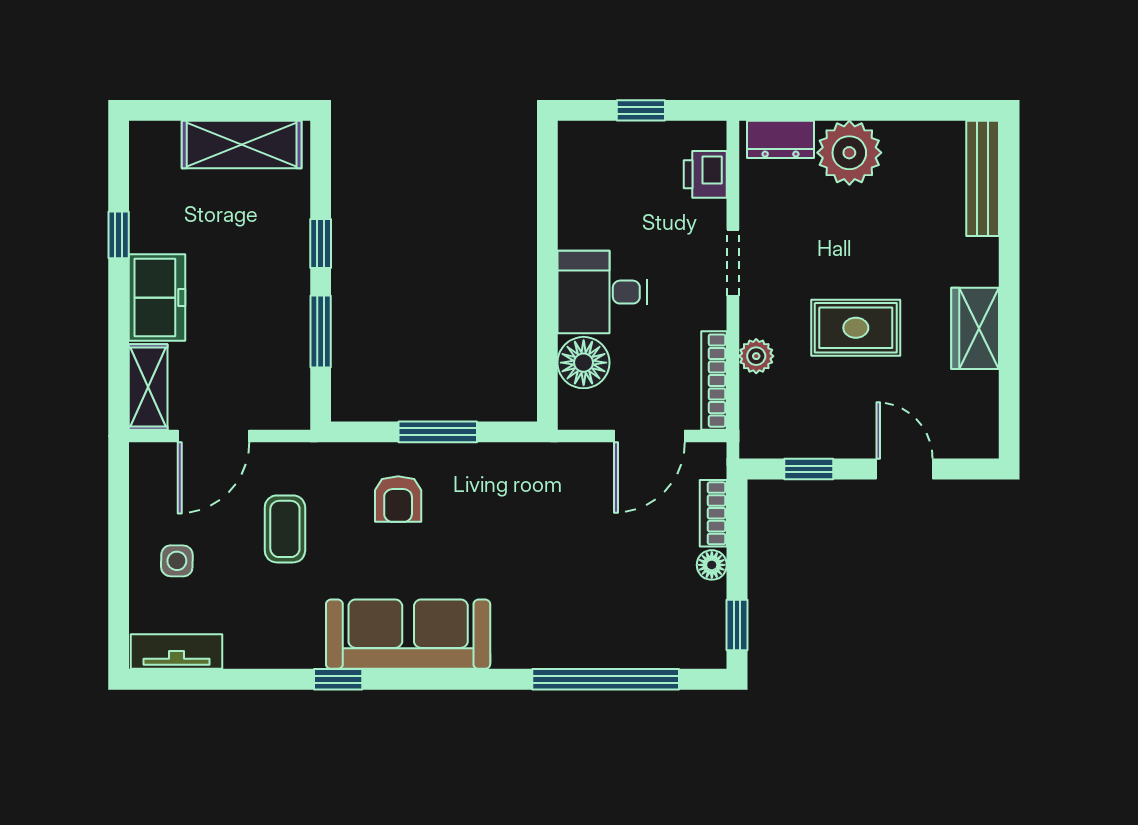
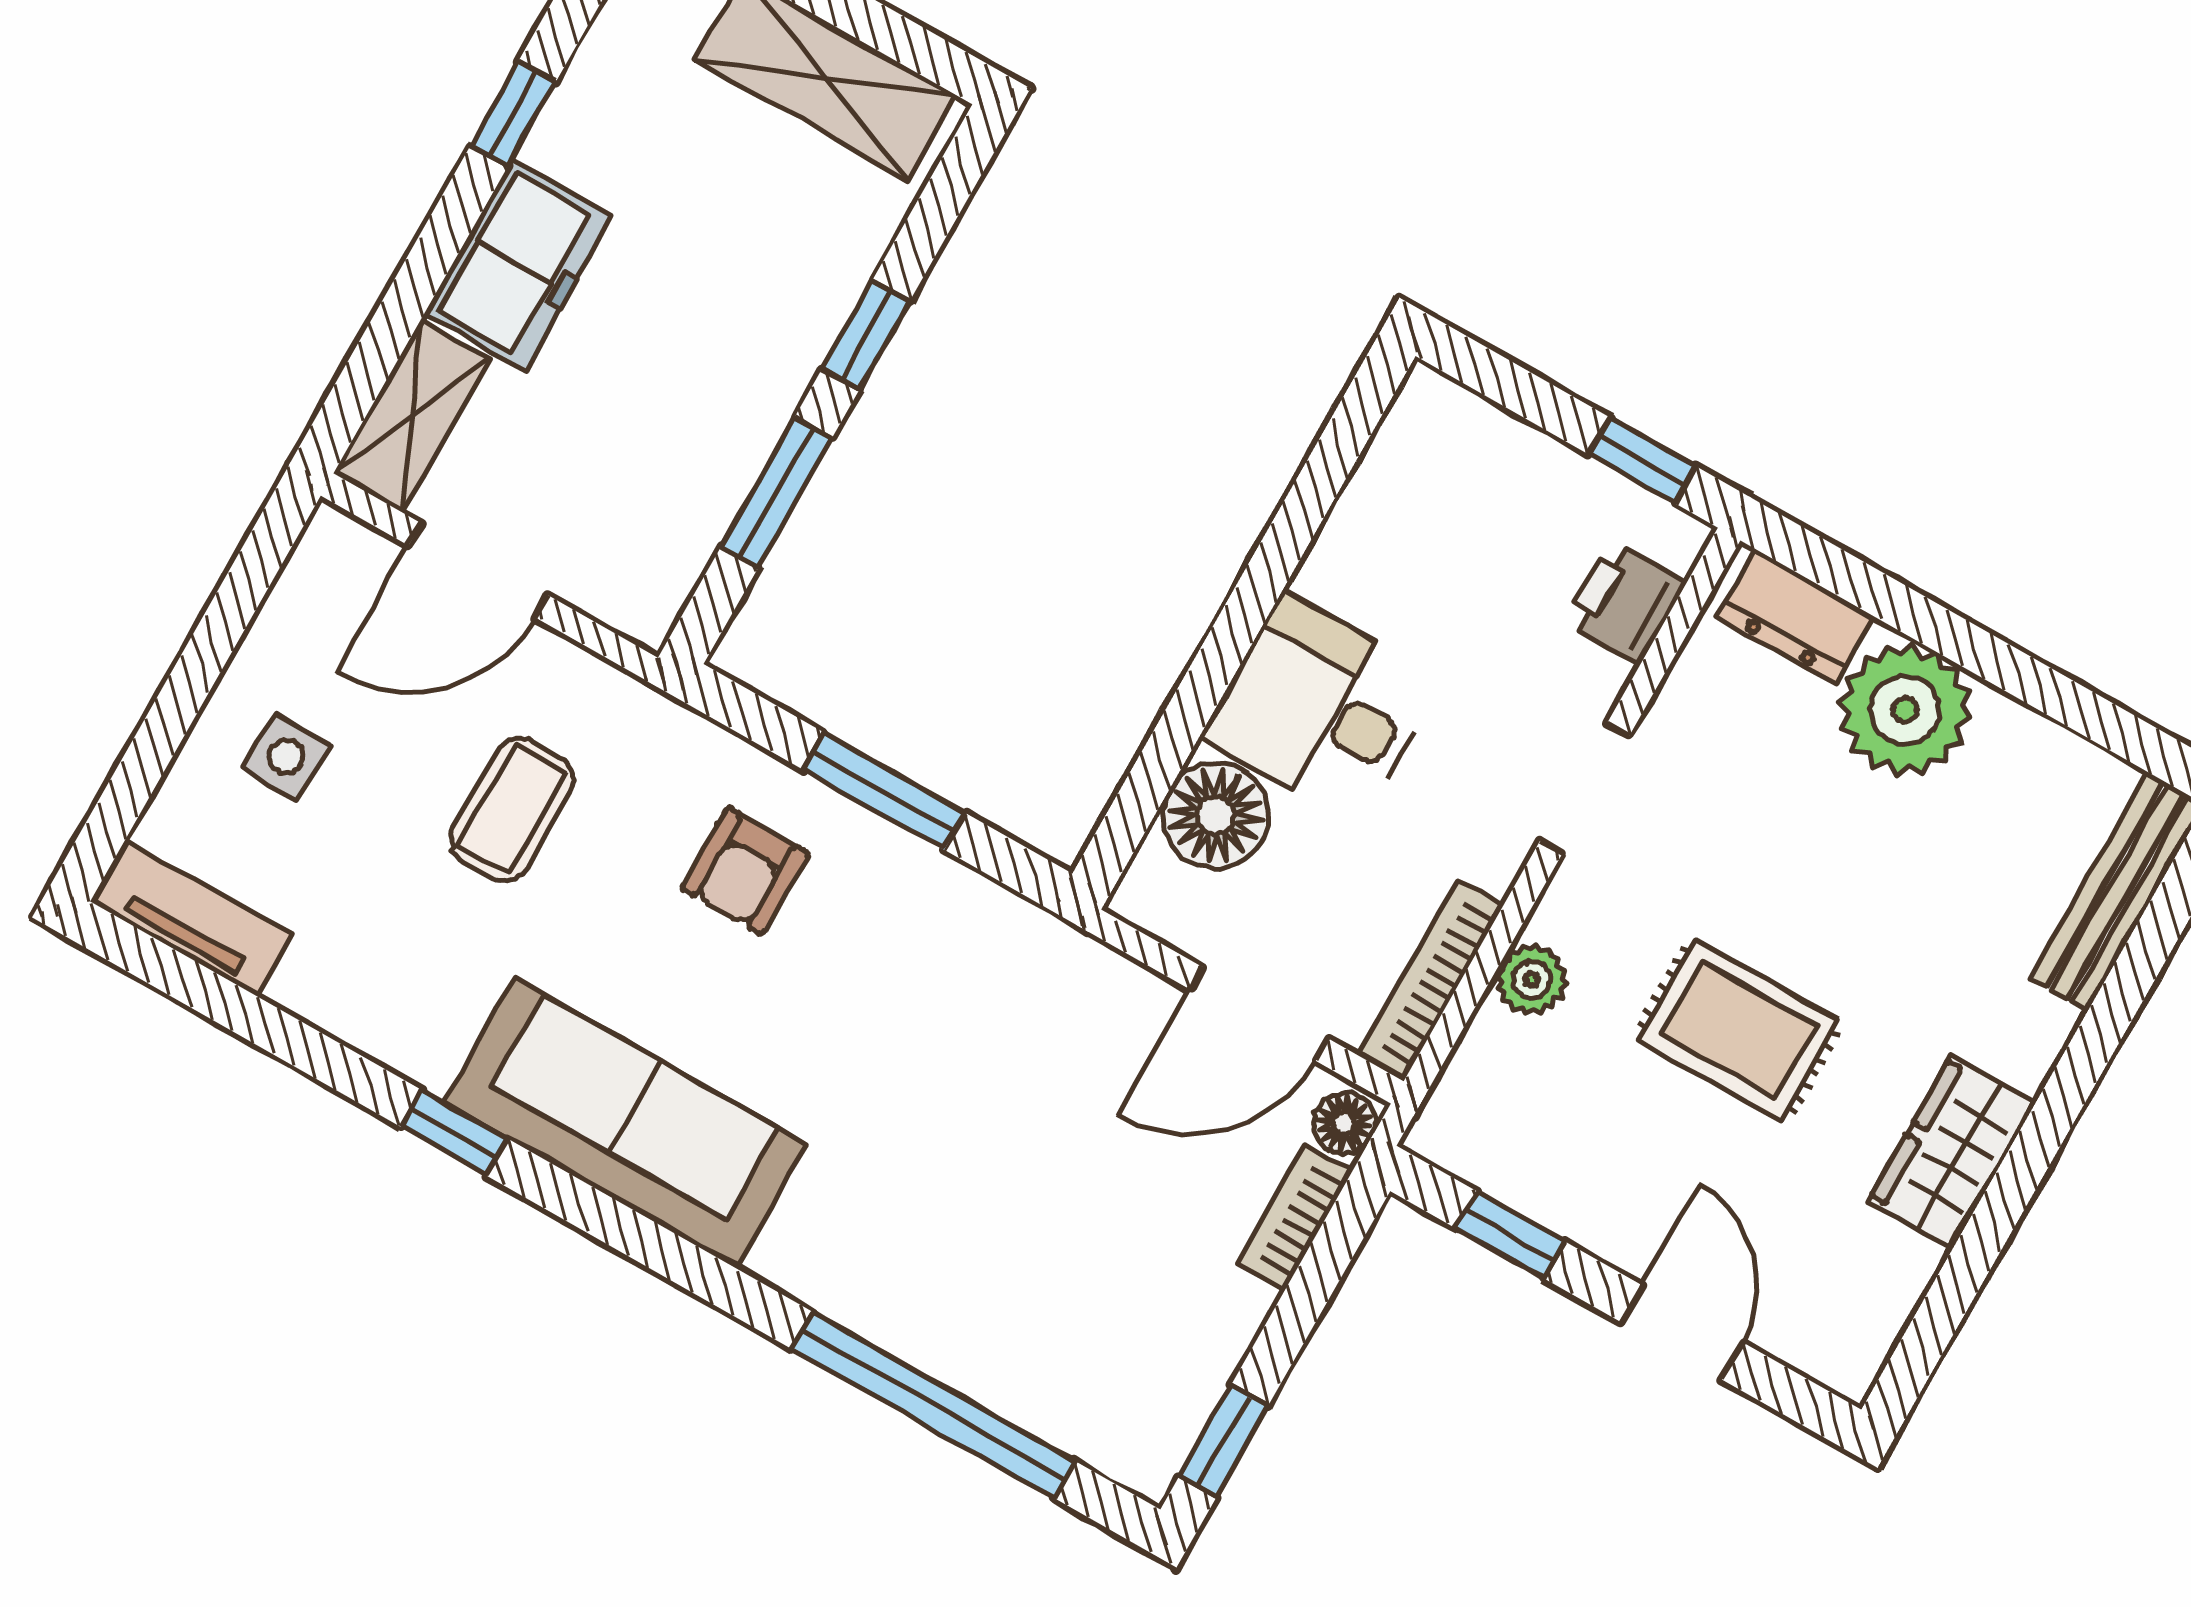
window: (641, 110) -> (1643, 460), moved
floor lamp: (712, 565) -> (1345, 1123), moved

